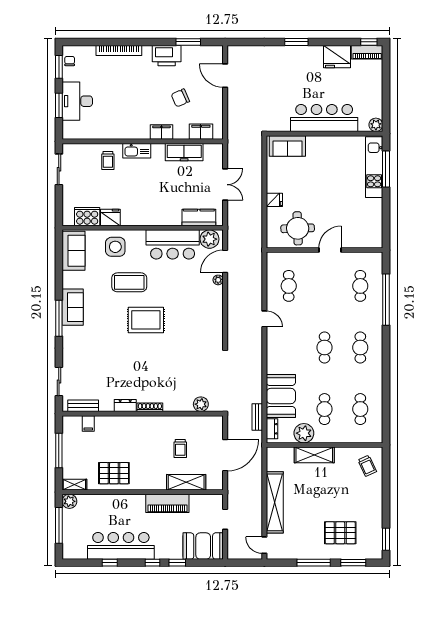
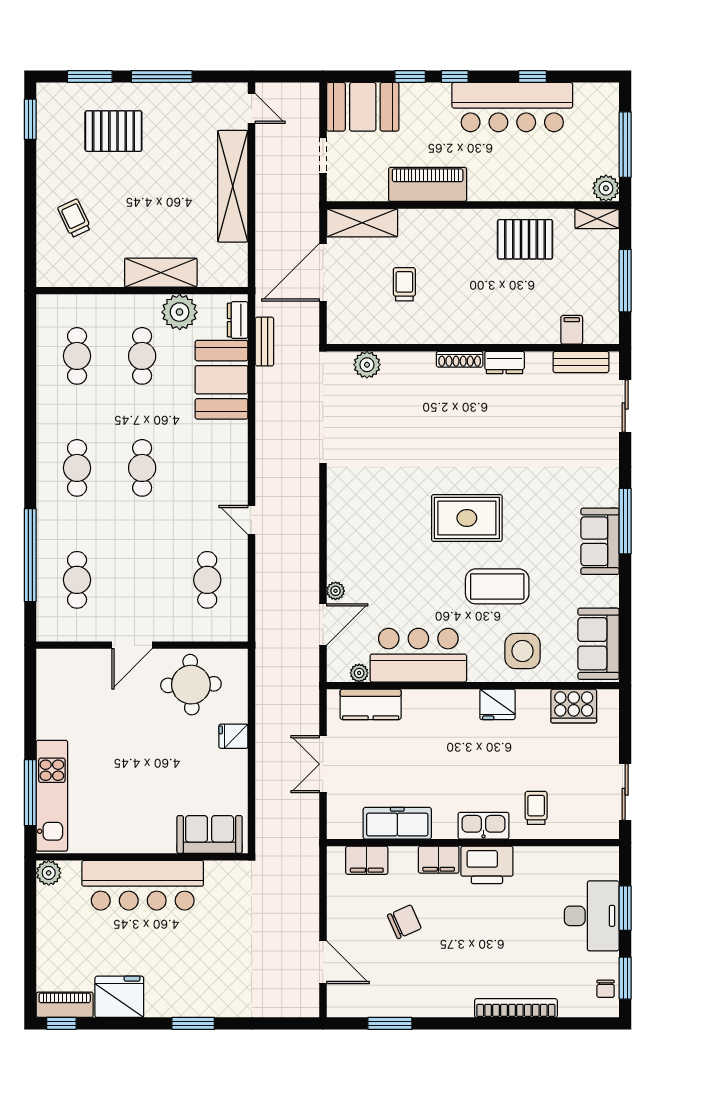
printer: (167, 56) -> (487, 865), moved, turned 180
fridge: (110, 217) -> (497, 704), moved
plant: (210, 239) -> (359, 673), width x0.53, depth x0.53
trolley: (367, 466) -> (74, 218), moved
shelving: (186, 482) -> (362, 223), moved

